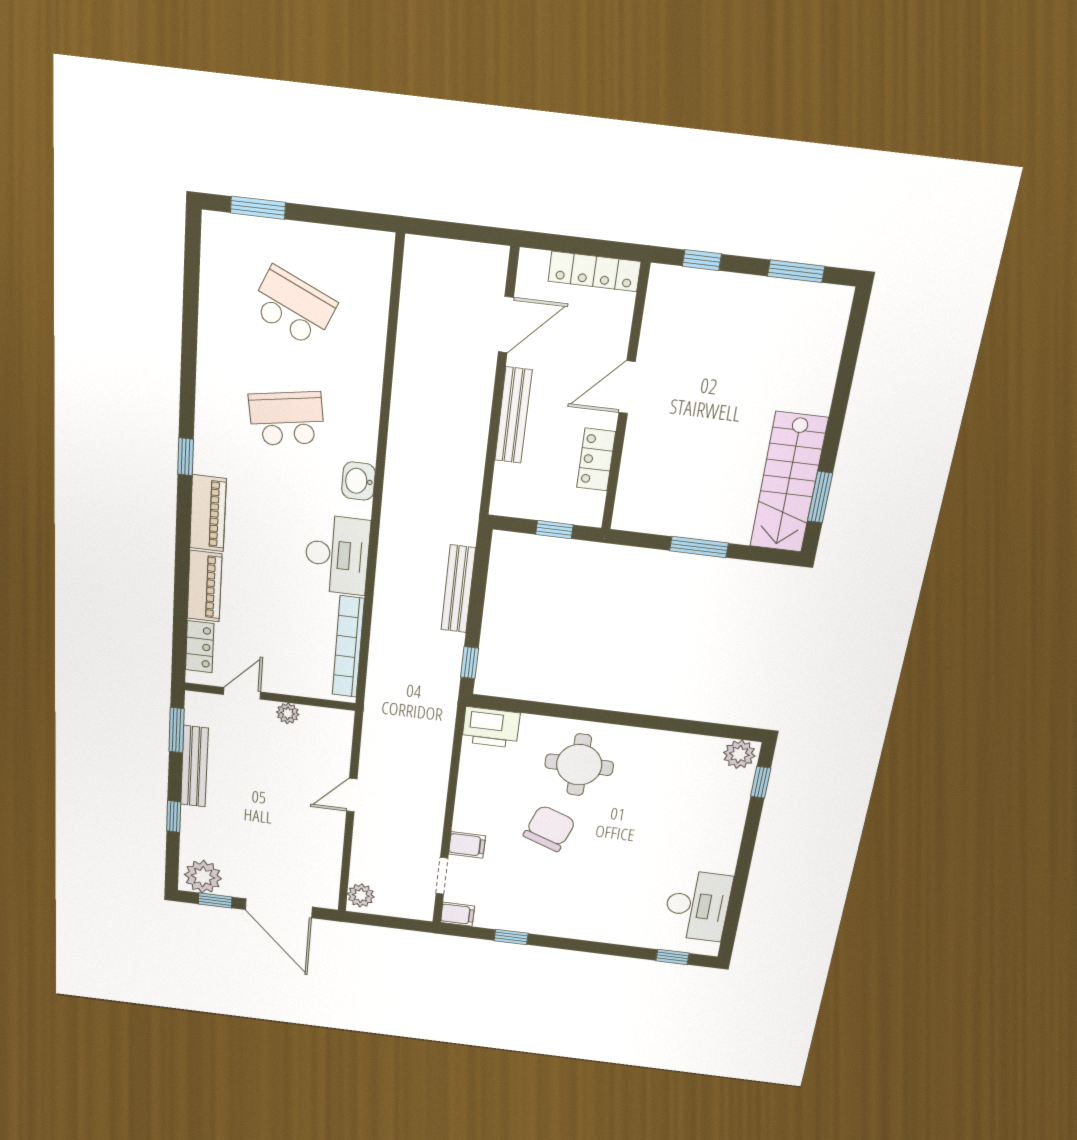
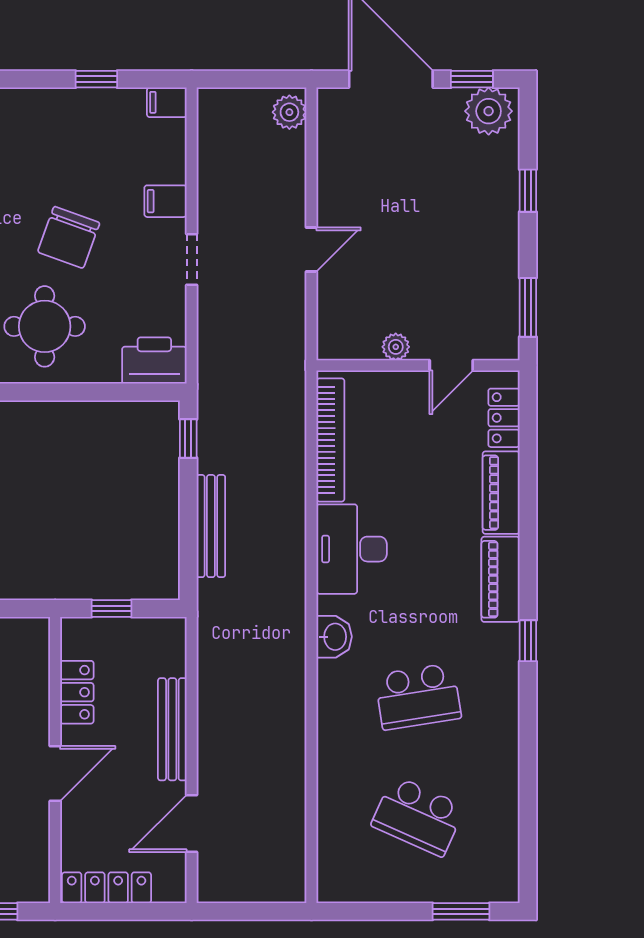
bench: (194, 766) -> (505, 262), removed
doorway: (442, 876) -> (192, 259), moved

